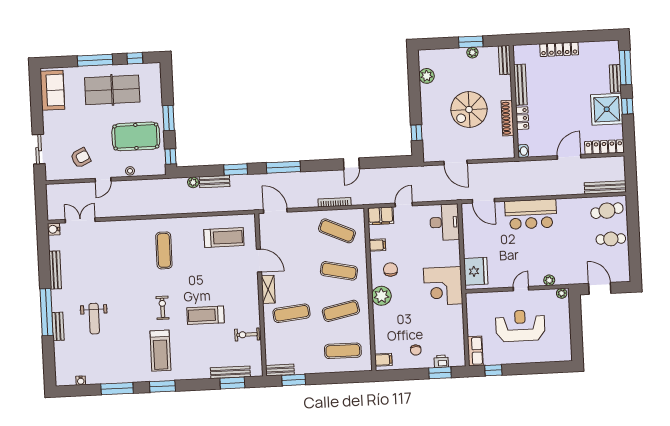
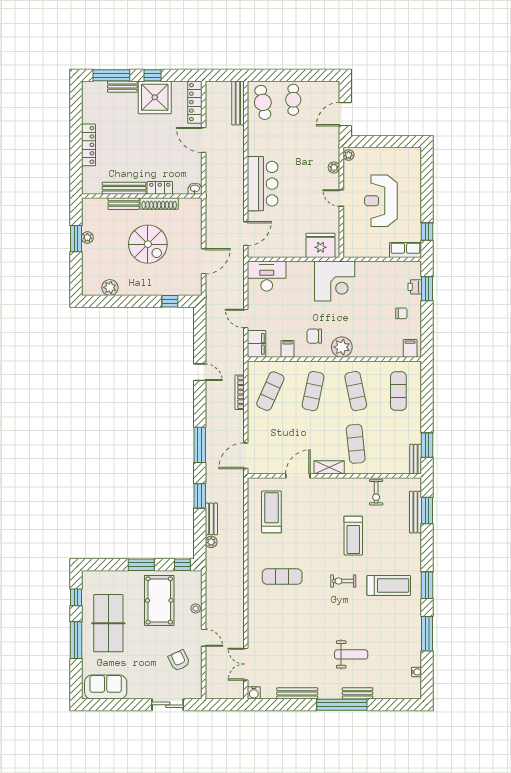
bench: (505, 60) -> (124, 204), moved

